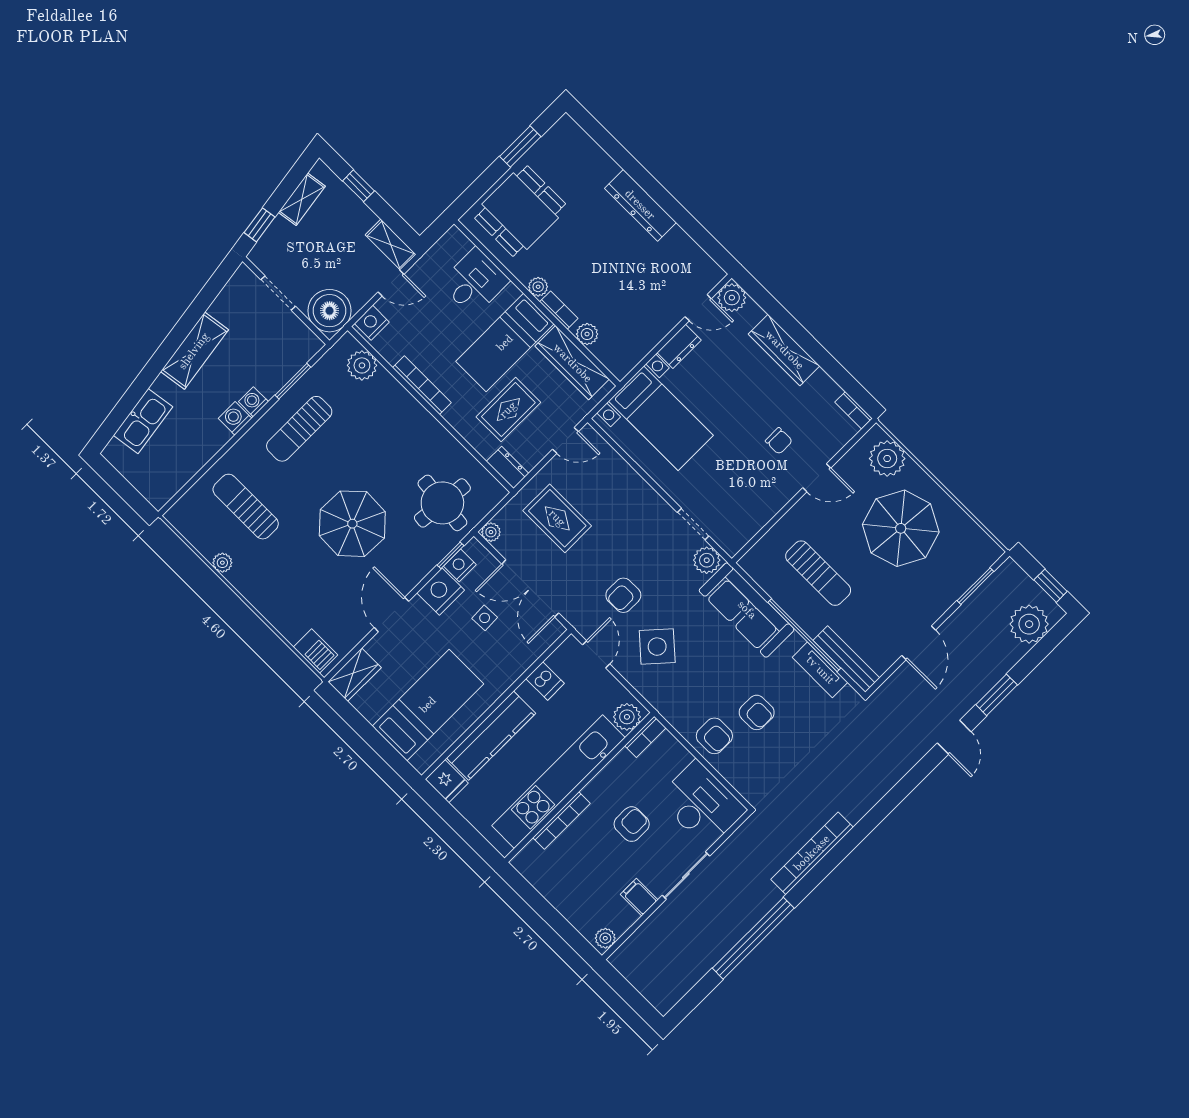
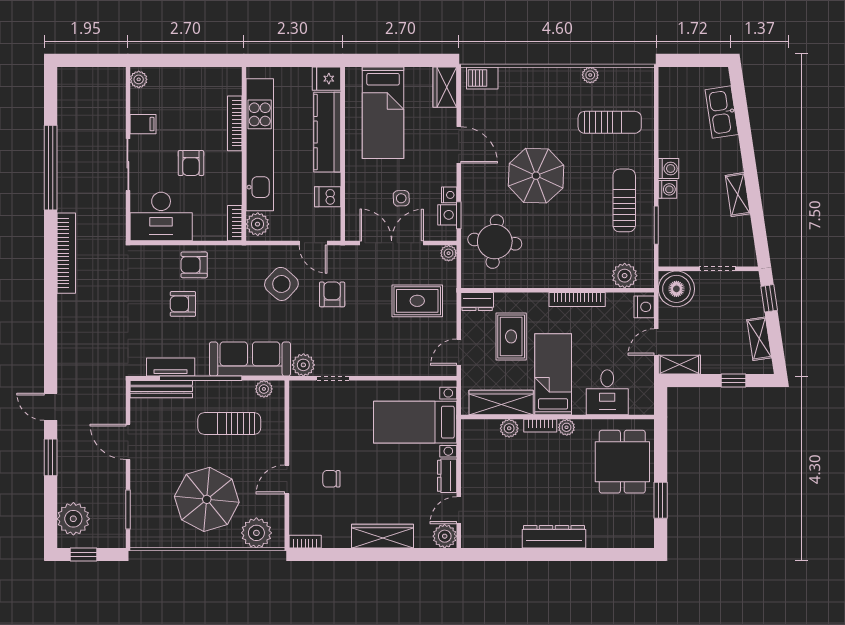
shelving: (194, 351) -> (738, 195), width x0.67, depth x0.75
plant: (760, 573) -> (264, 389), added
nightstand: (441, 591) -> (449, 195), width x0.53, depth x0.56

